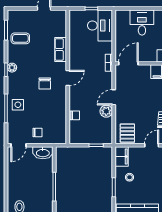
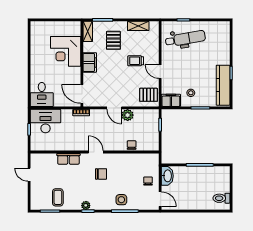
desk: (142, 23) -> (42, 95), moved, turned -90

